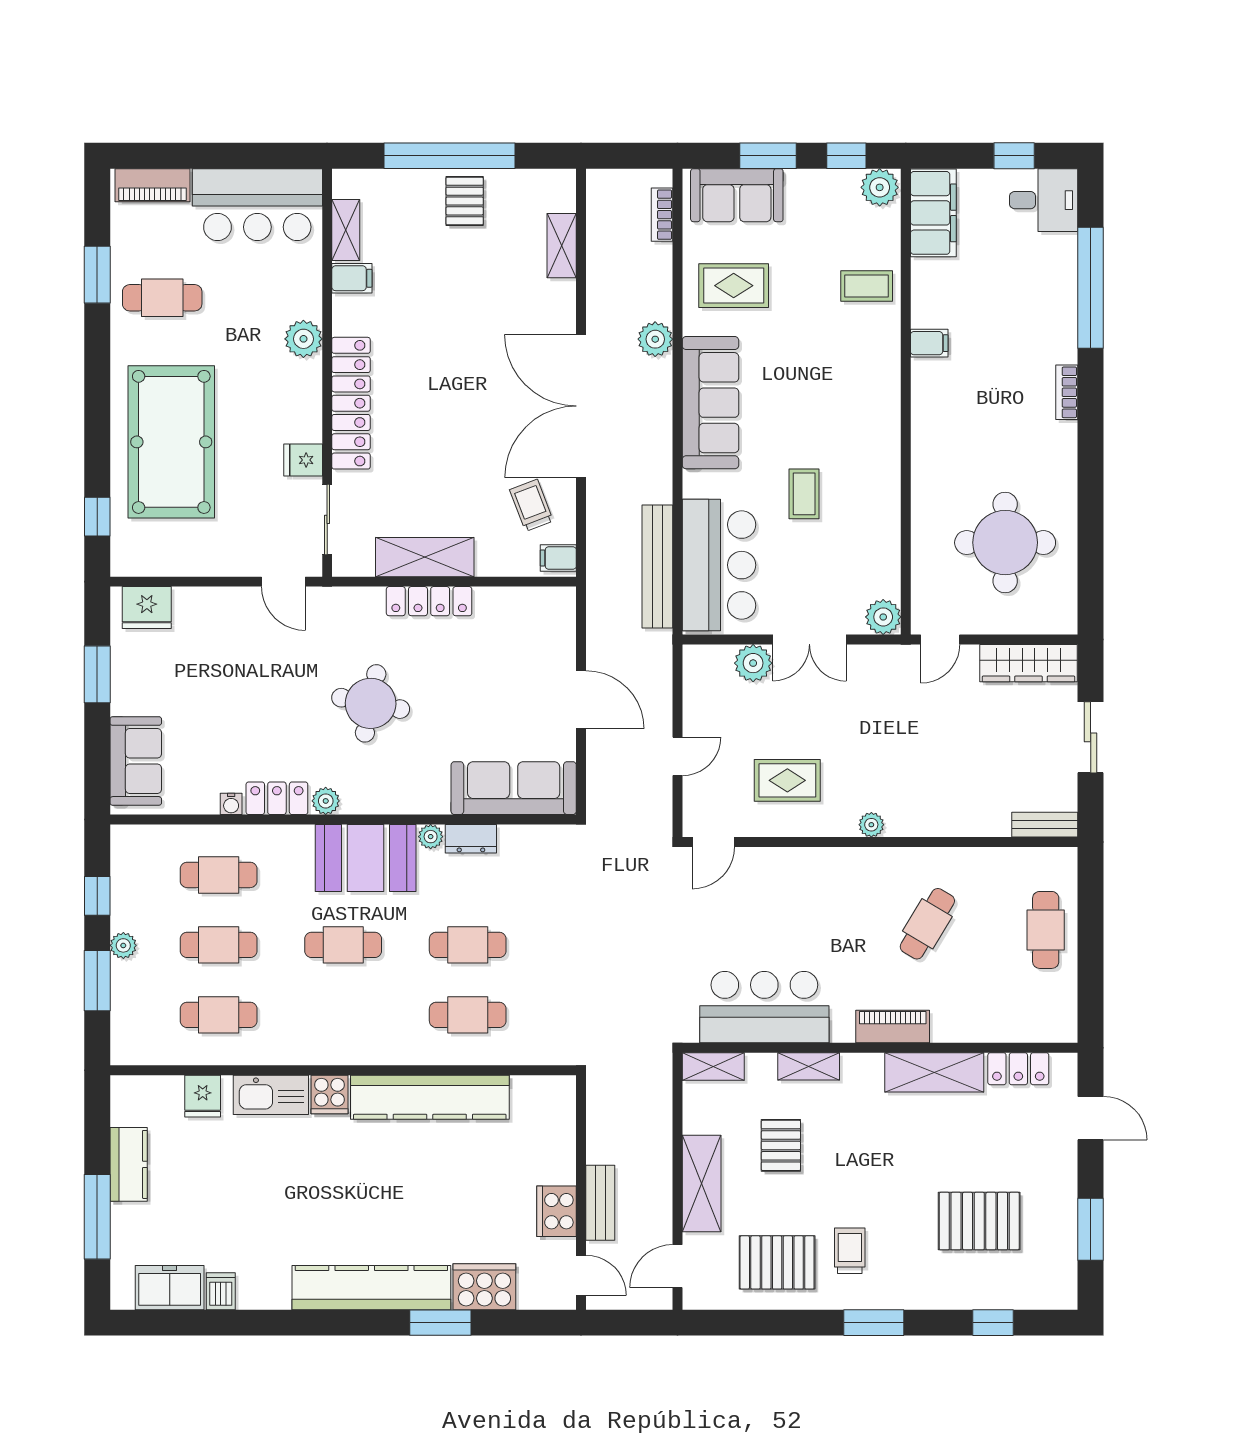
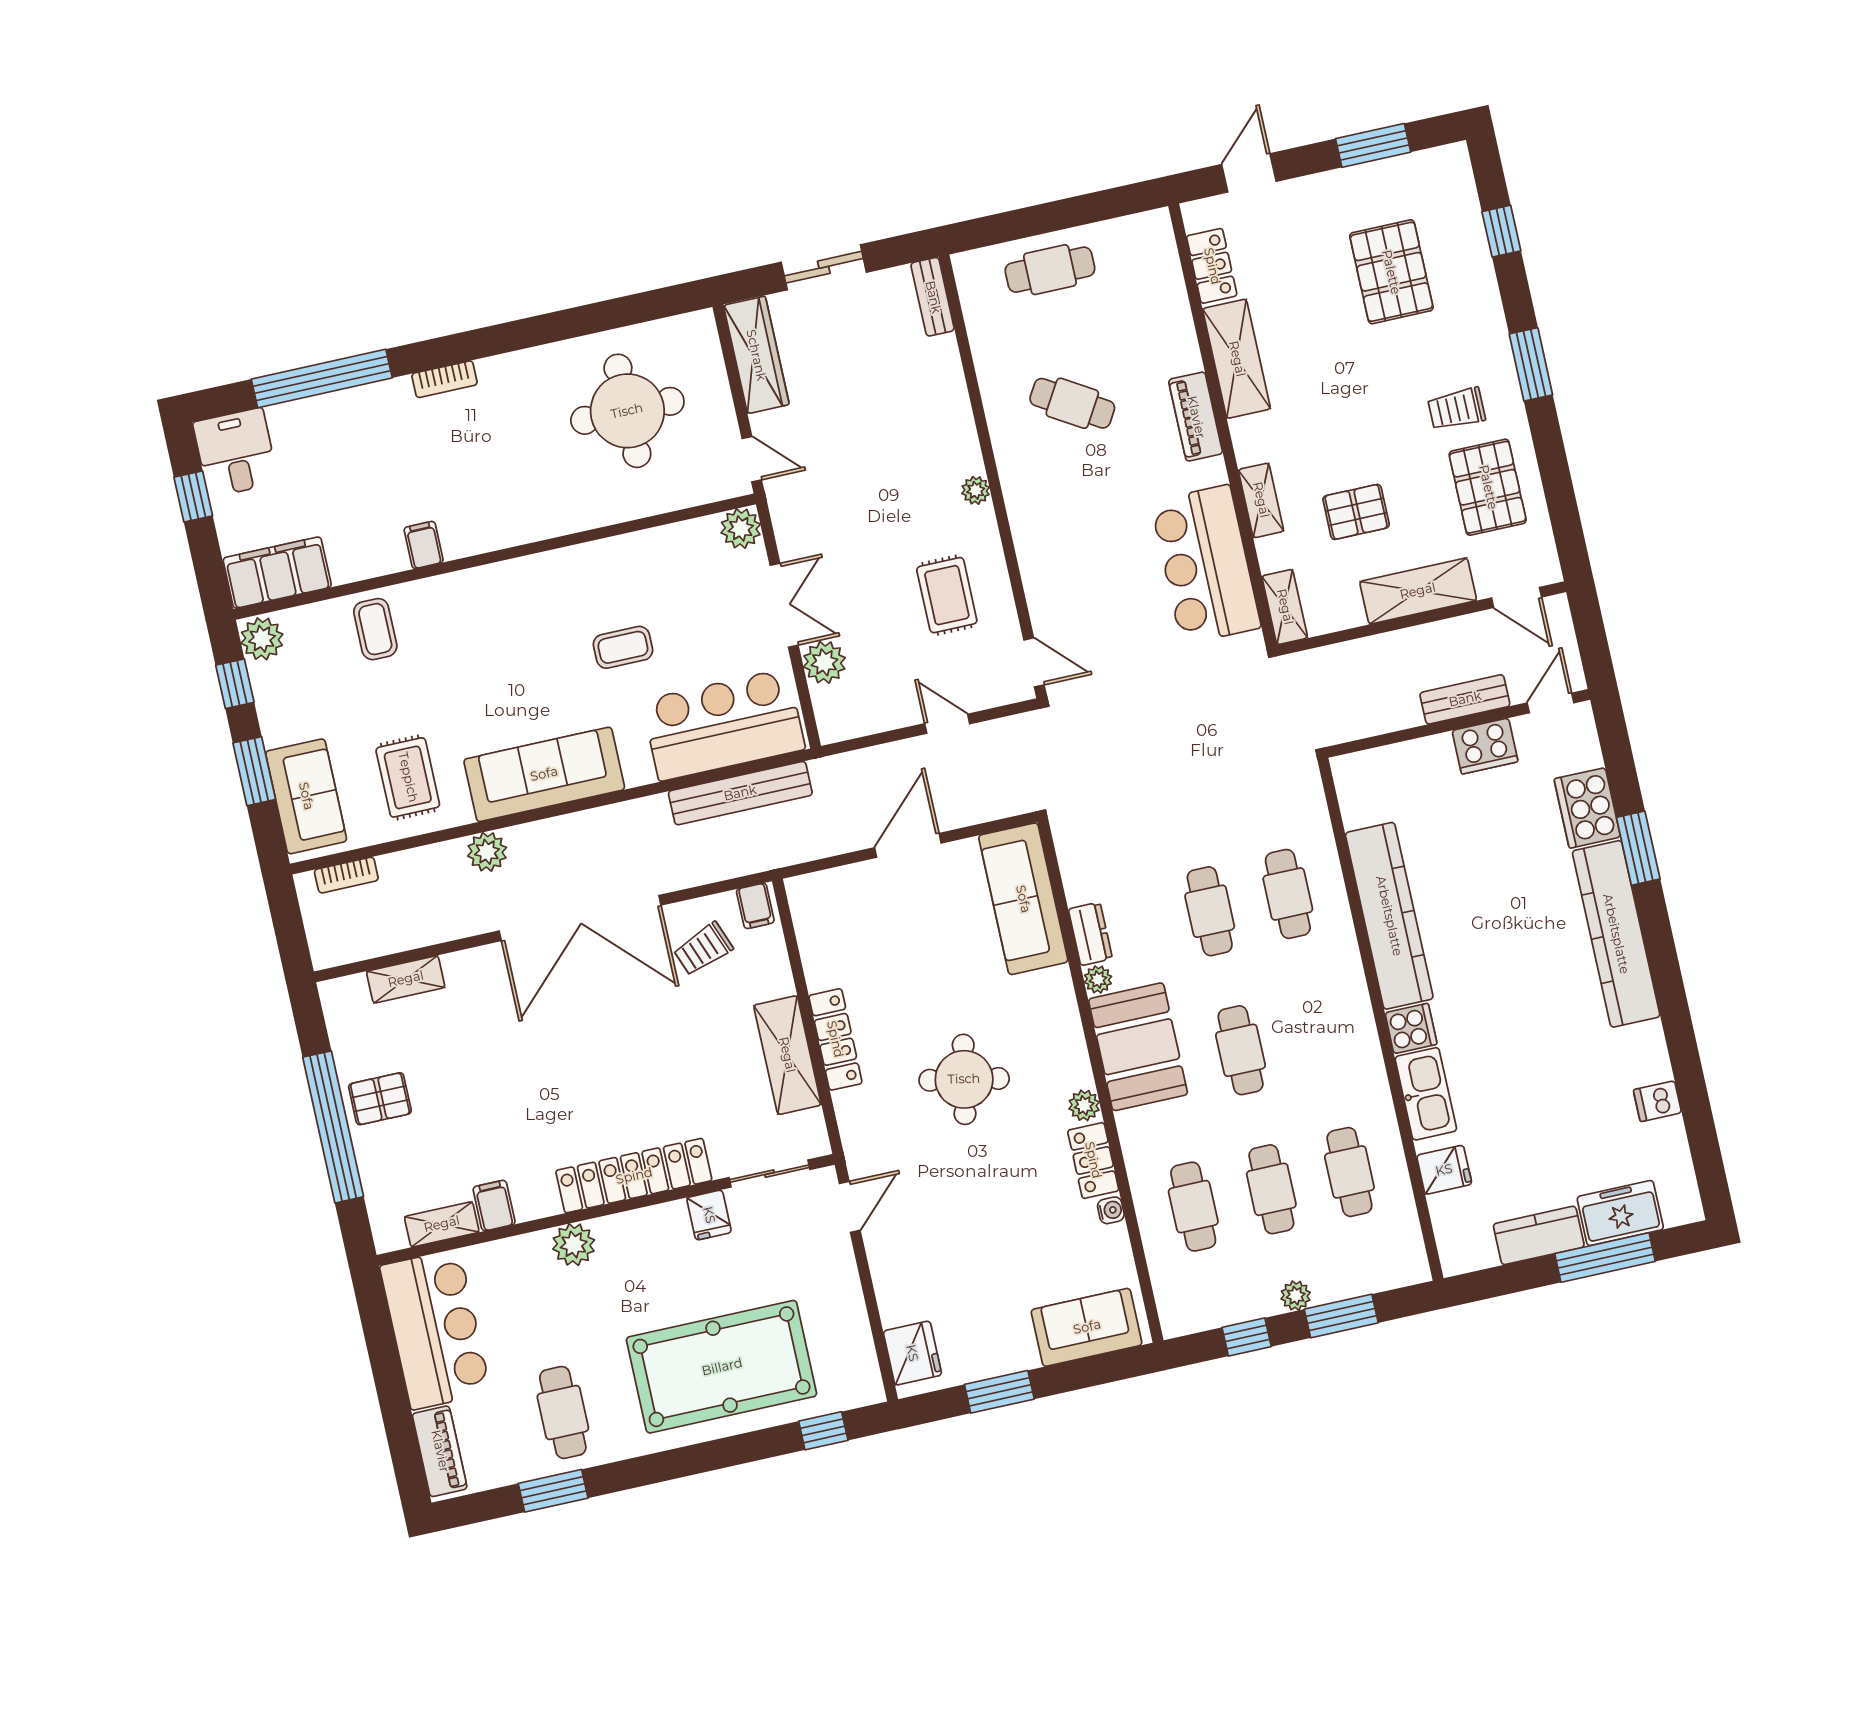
freezer: (170, 1288) -> (1620, 1213), moved, turned 90

